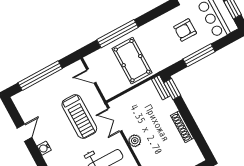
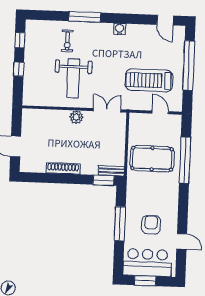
door: (91, 76) -> (160, 112), hinge flipped
treadmill: (79, 117) -> (149, 80), moved
door: (24, 133) -> (165, 20), moved

